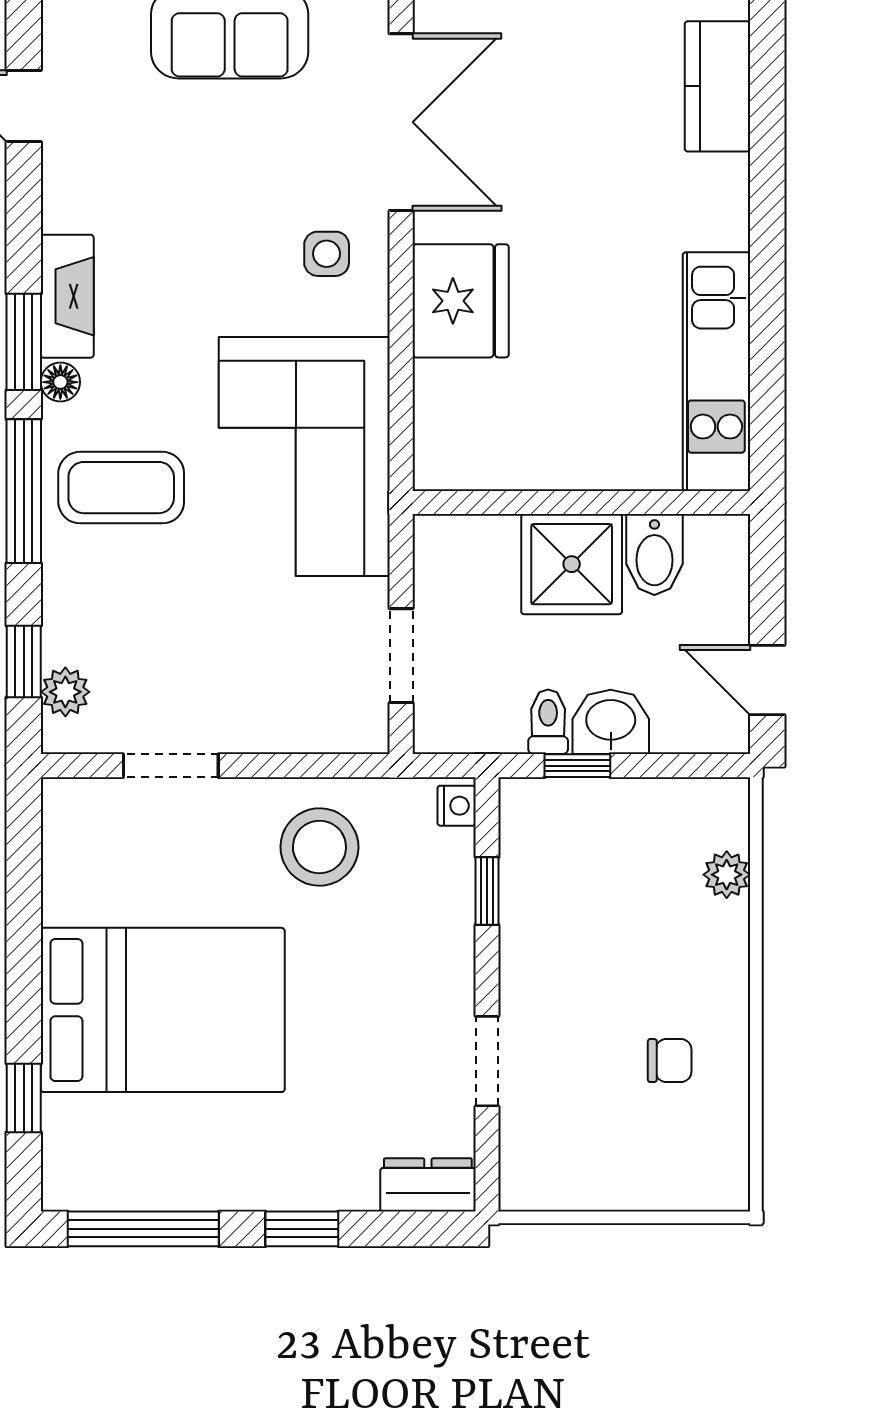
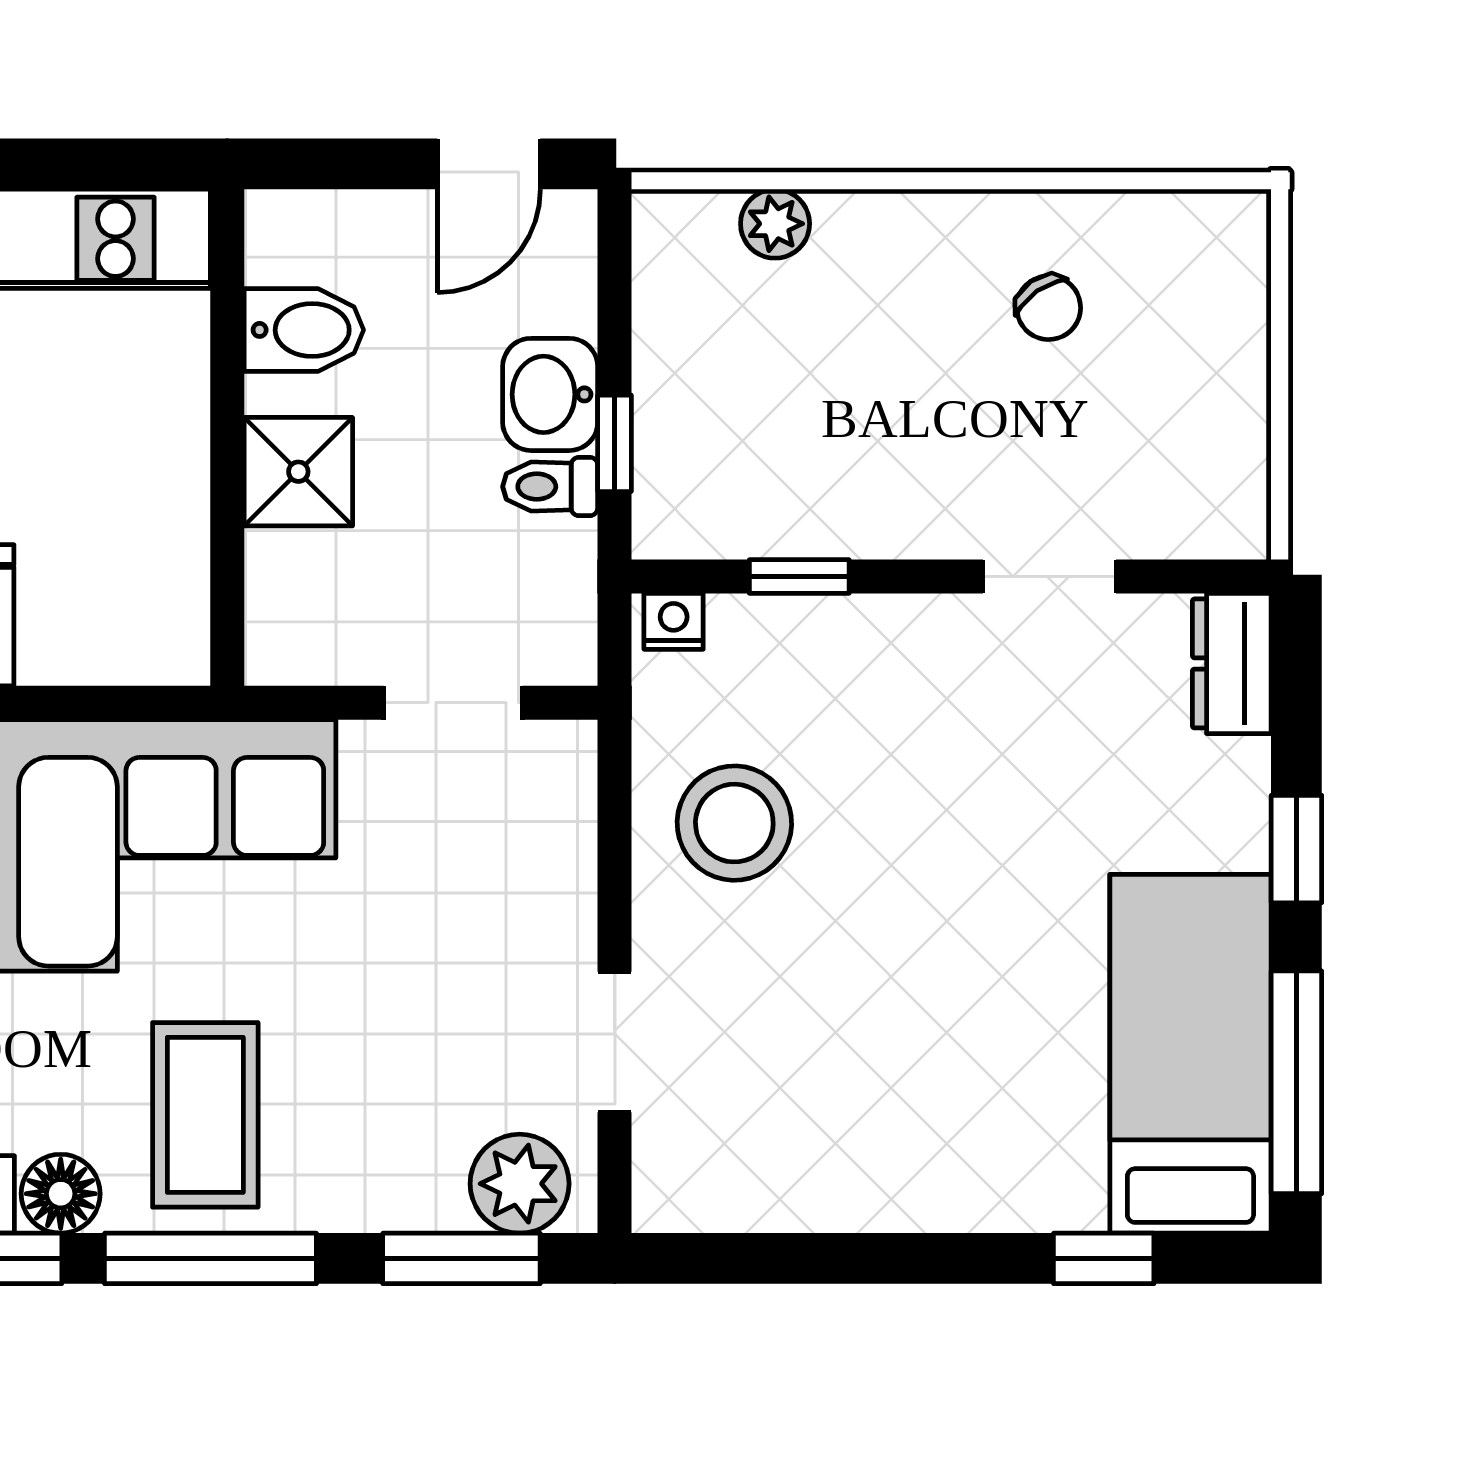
floor lamp: (60, 382) -> (61, 1194), width x1.37, depth x1.37
shower: (572, 564) -> (298, 472), width x0.73, depth x0.73
window: (24, 662) -> (461, 1258), width x1.50
plant: (65, 692) -> (520, 1184), width x1.38, depth x1.38
bed: (163, 1010) -> (1190, 1054), moved, width x0.67
chair: (670, 1061) -> (1049, 308), turned 145

